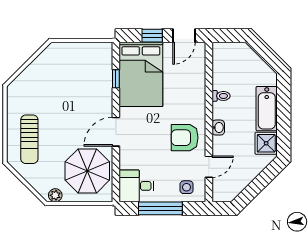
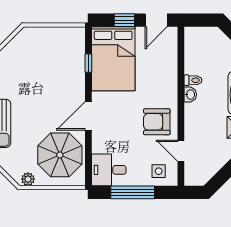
washbasin: (218, 128) -> (190, 95), moved
door: (209, 167) -> (181, 151), swing flipped

